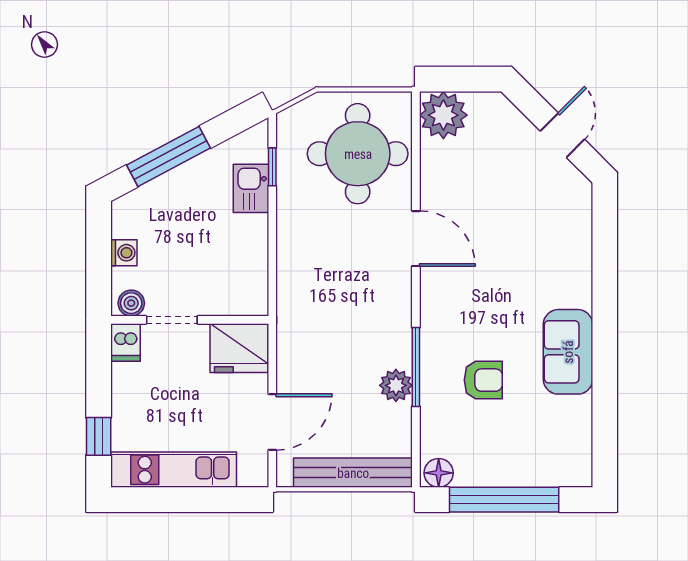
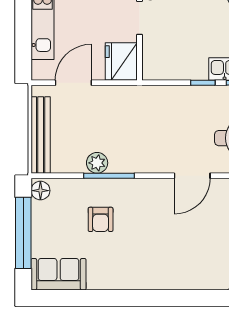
window: (272, 222) -> (203, 83), added
sofa: (568, 352) -> (59, 274), moved
door: (272, 422) -> (73, 83), swing flipped

